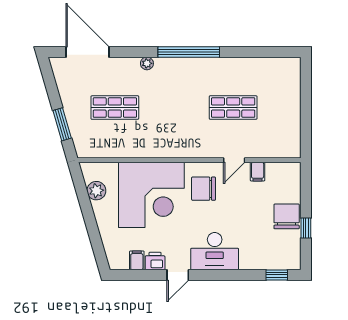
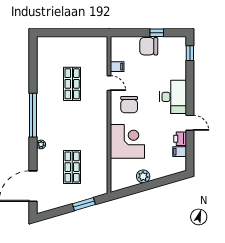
plant: (96, 191) -> (143, 176), moved
corner desk: (151, 195) -> (127, 141), width x0.74, depth x0.74

